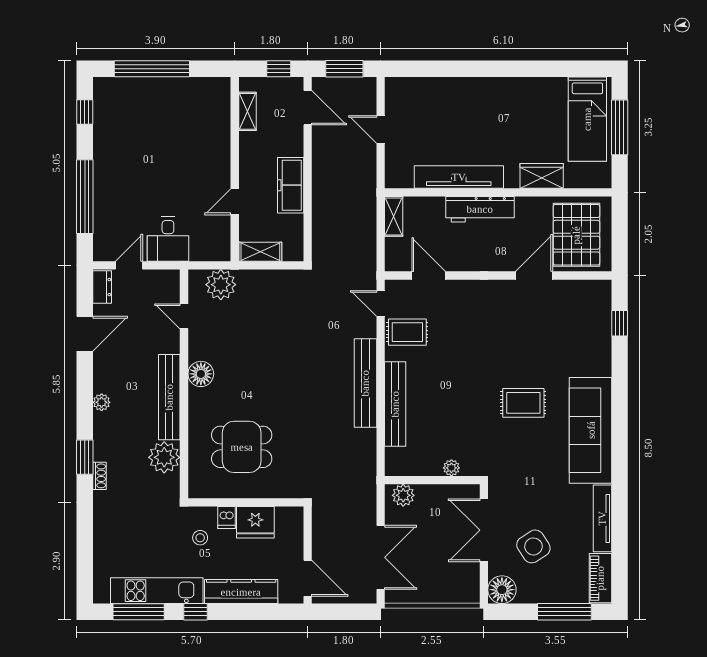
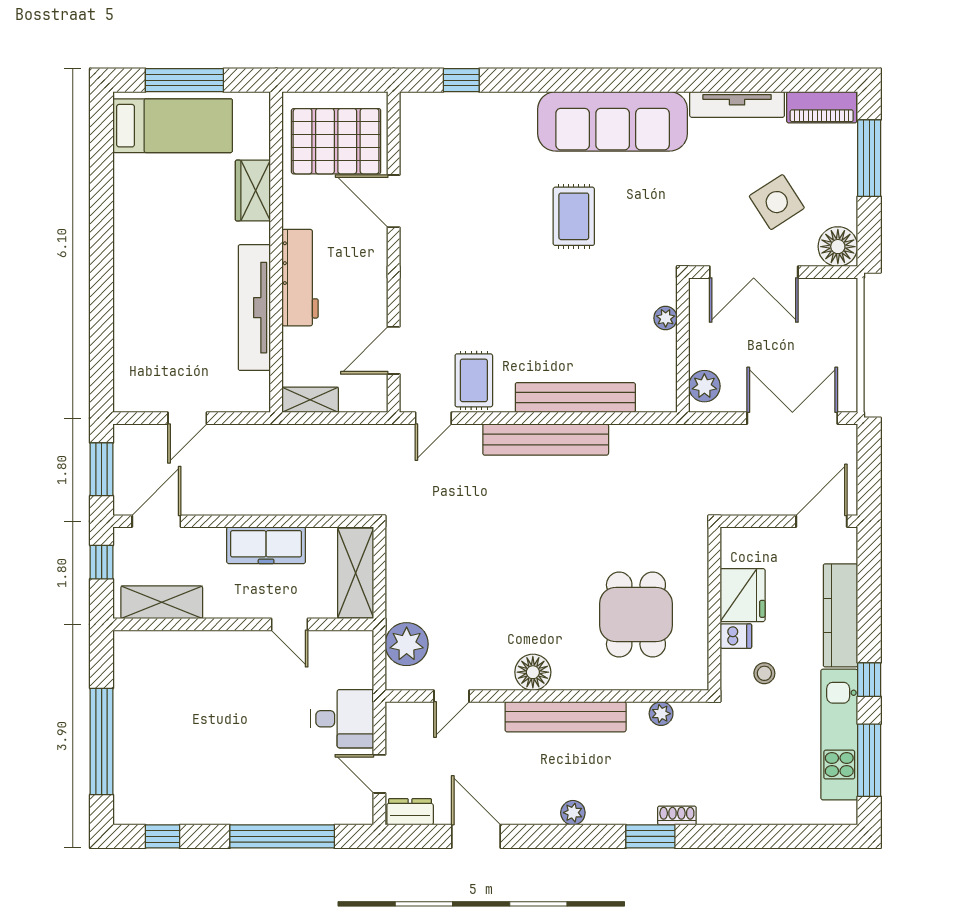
shelving: (247, 111) -> (162, 602), width x1.50, depth x1.33
shelving: (260, 252) -> (356, 573), width x1.50, depth x1.33
plant: (164, 457) -> (661, 714), width x0.53, depth x0.53

